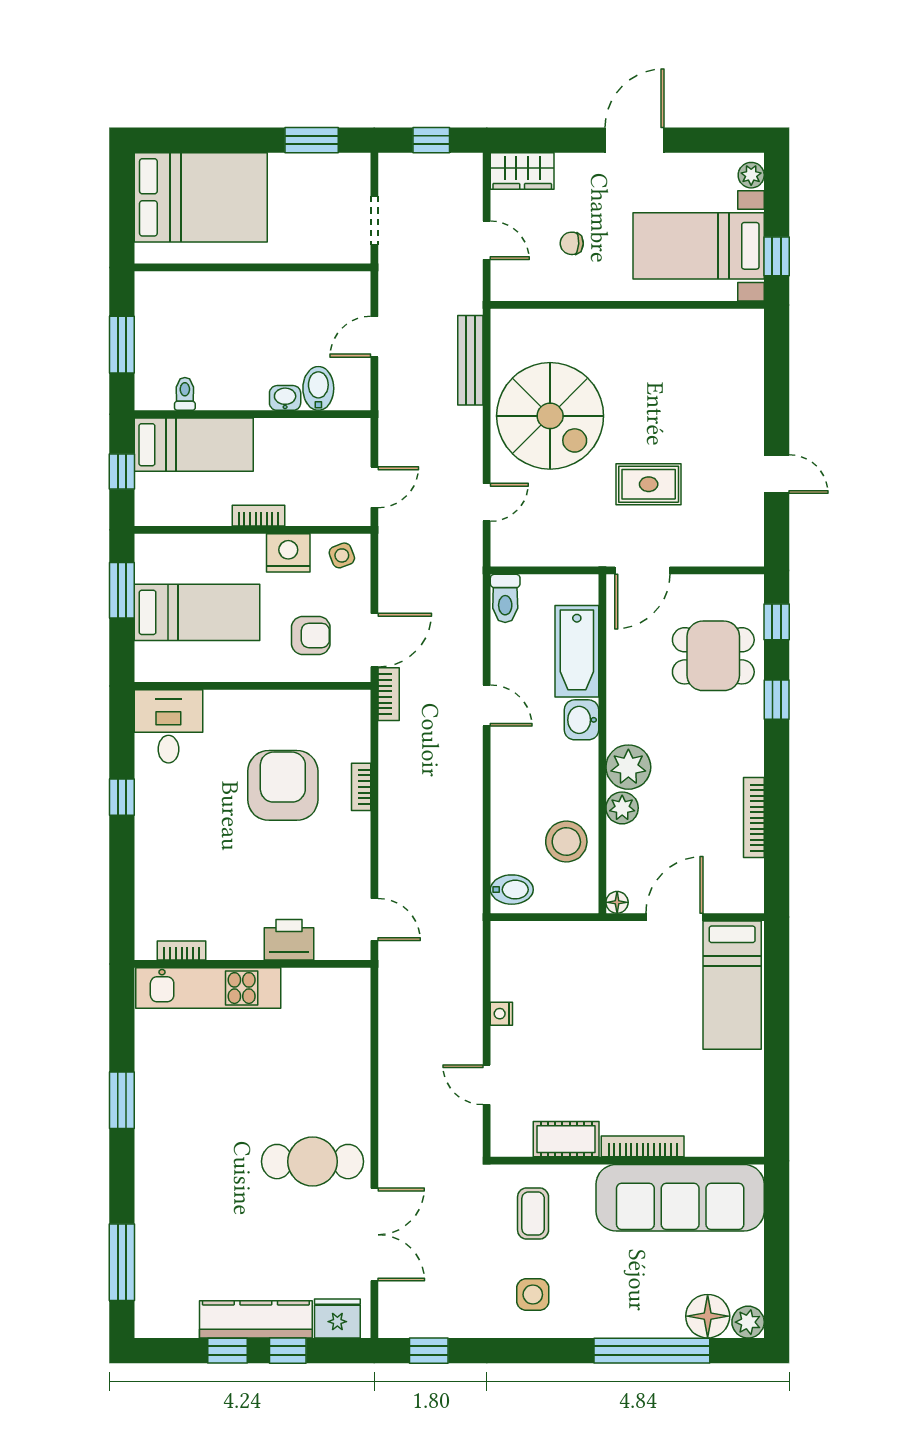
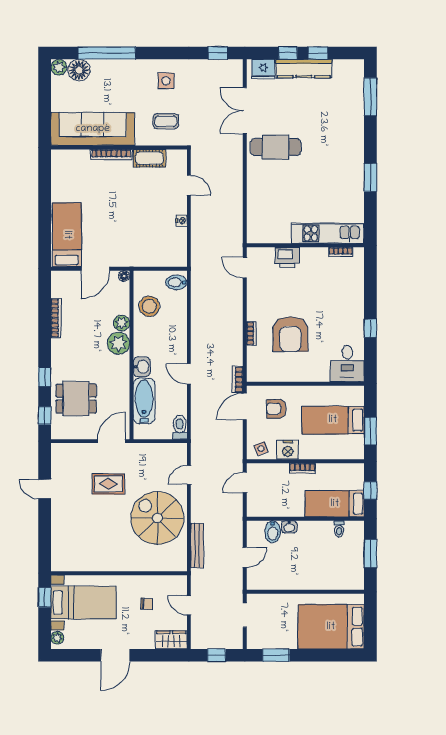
coffee table: (533, 1213) -> (166, 121), turned 90

